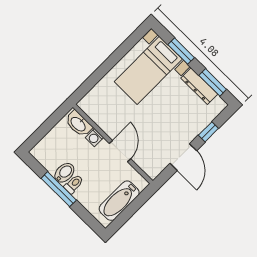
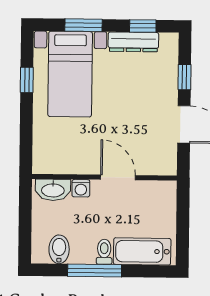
window: (122, 51) -> (27, 80), added
window: (213, 82) -> (143, 26), width x0.67
bidet: (64, 173) -> (59, 249), moved
bathtub: (119, 201) -> (142, 251), moved, turned 90

